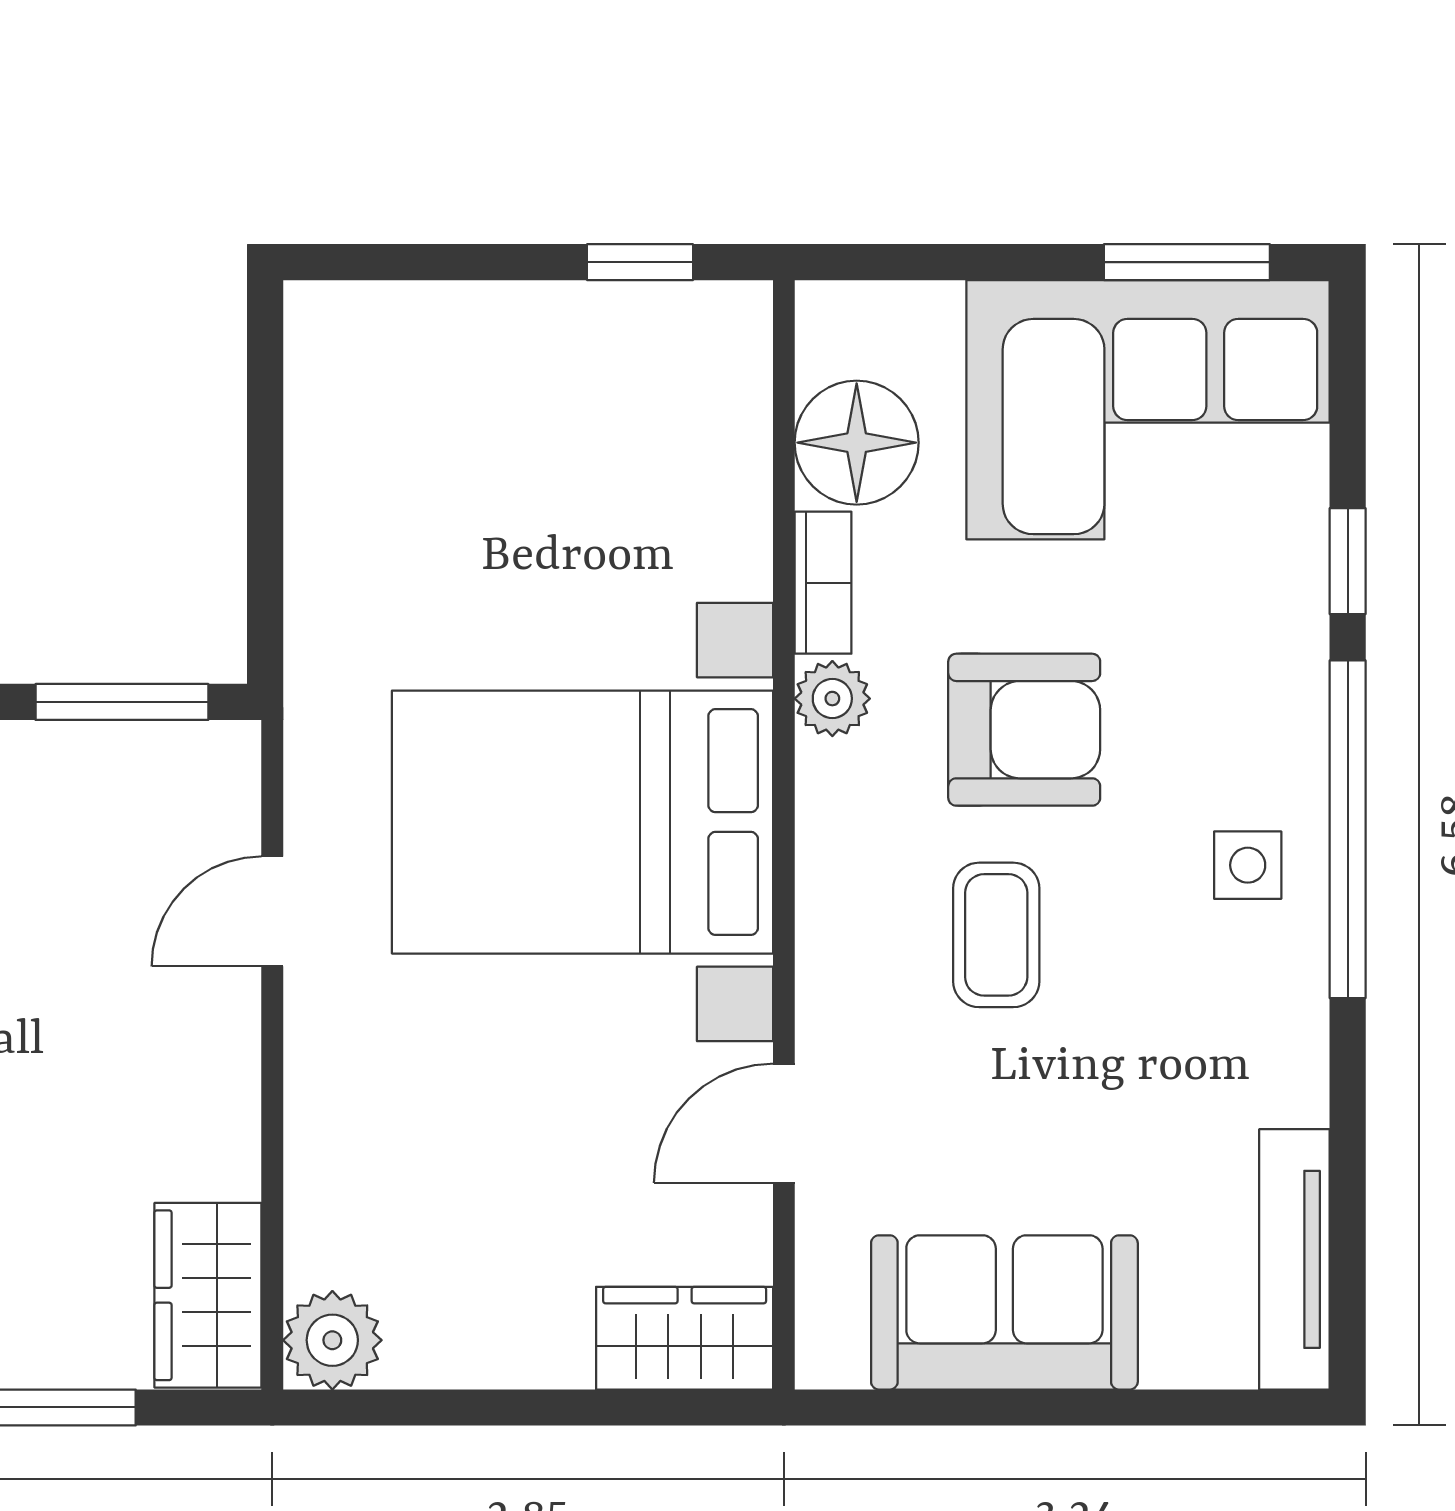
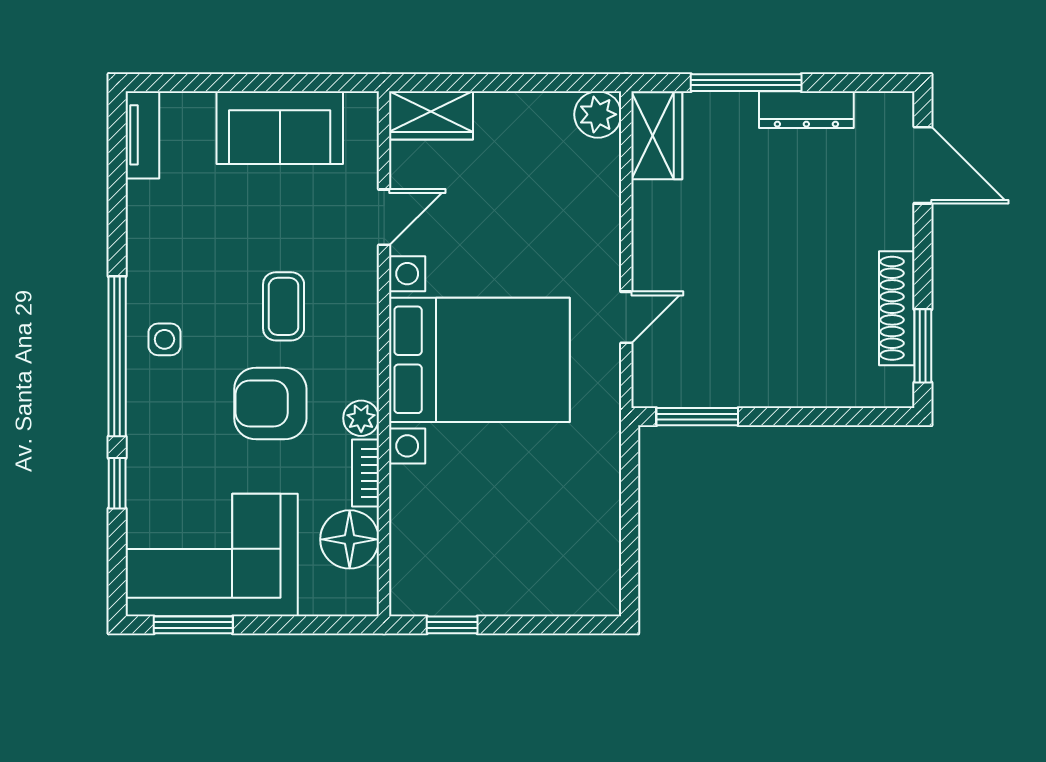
tv unit: (1294, 1259) -> (142, 135), width x0.71

